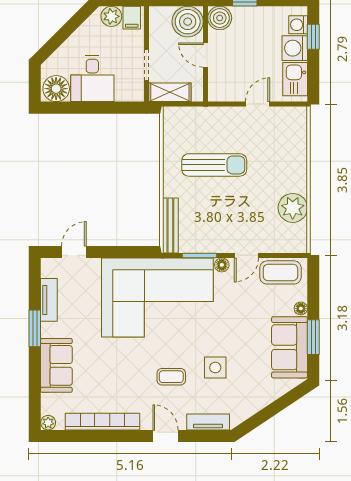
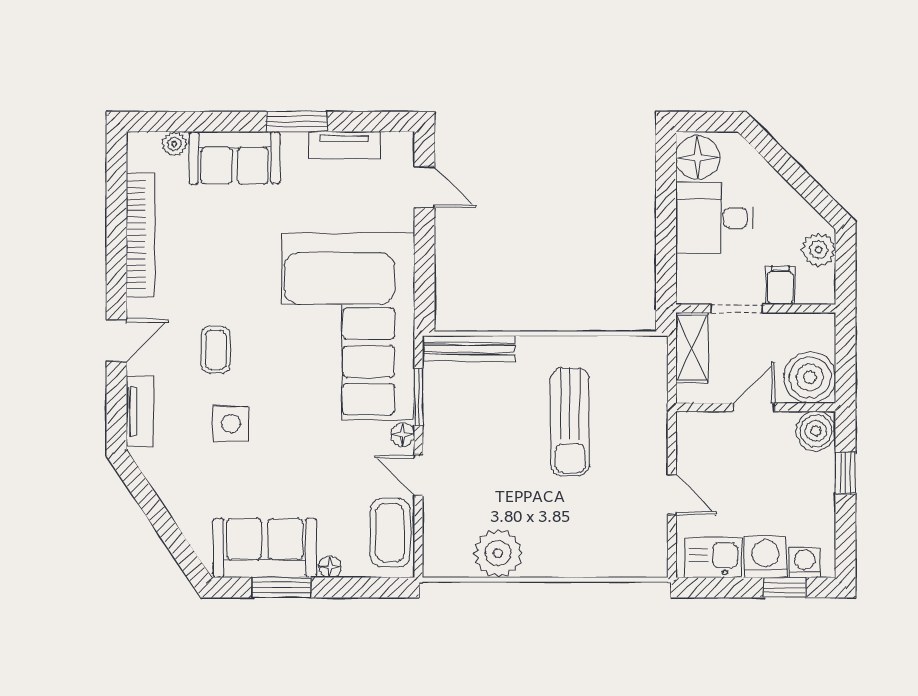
filing cabinet: (132, 18) -> (780, 285), moved, turned 90
plant: (48, 423) -> (174, 144), moved

